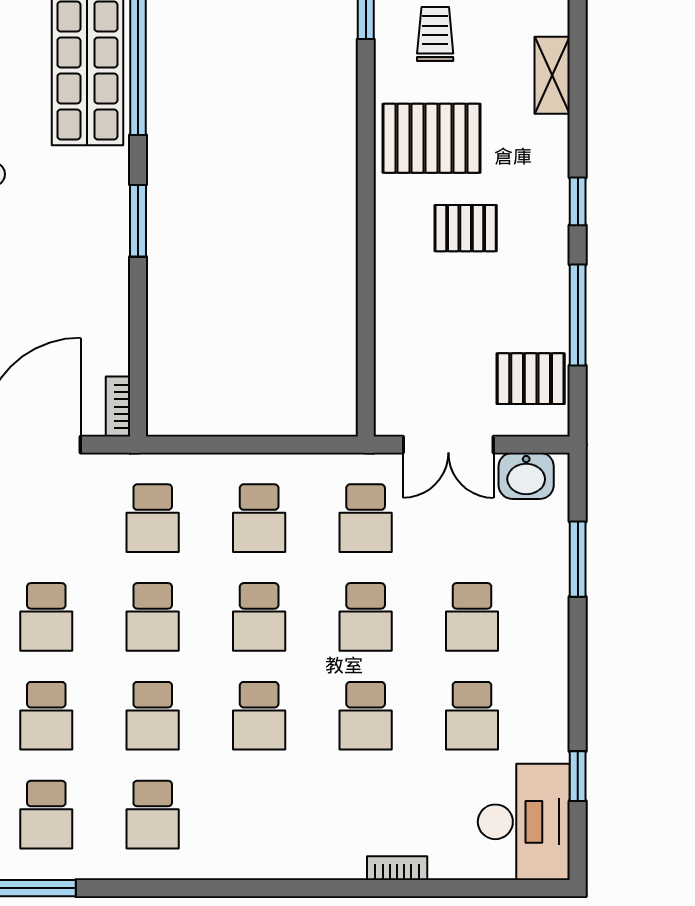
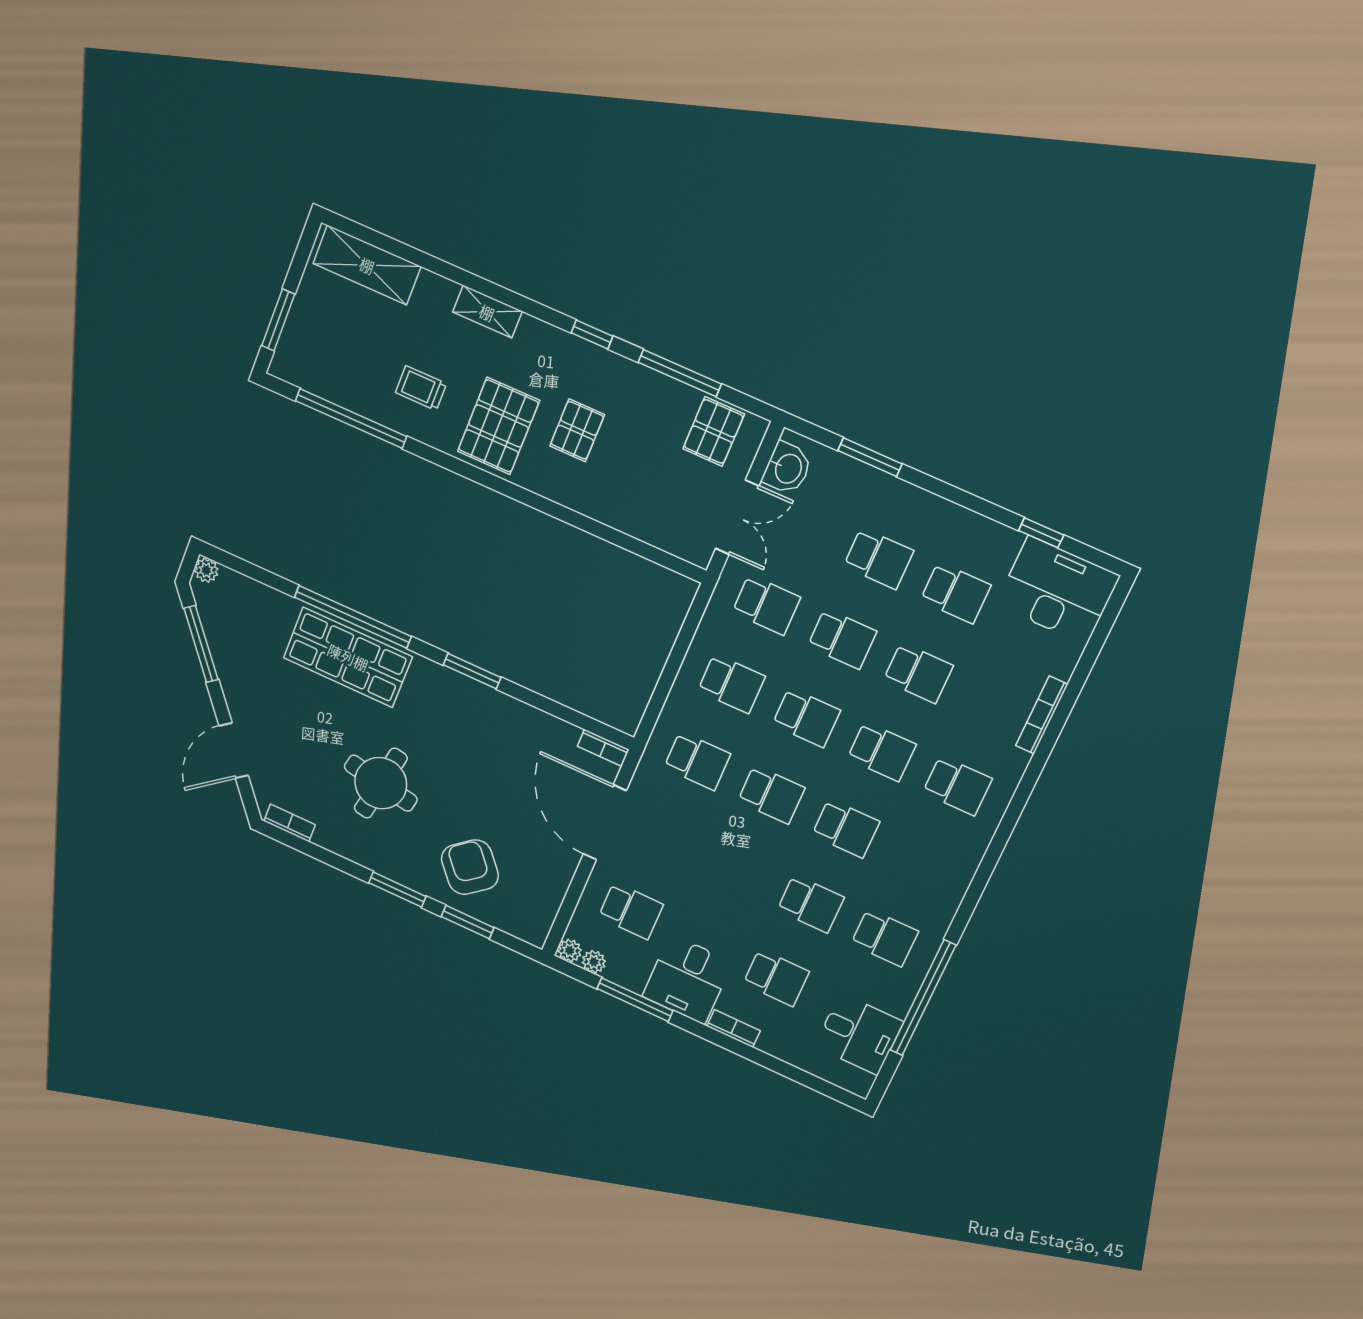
school desk: (46, 617) -> (737, 870), removed
school desk: (153, 815) -> (957, 786), moved
bookcase: (397, 868) -> (1042, 715), width x1.56

